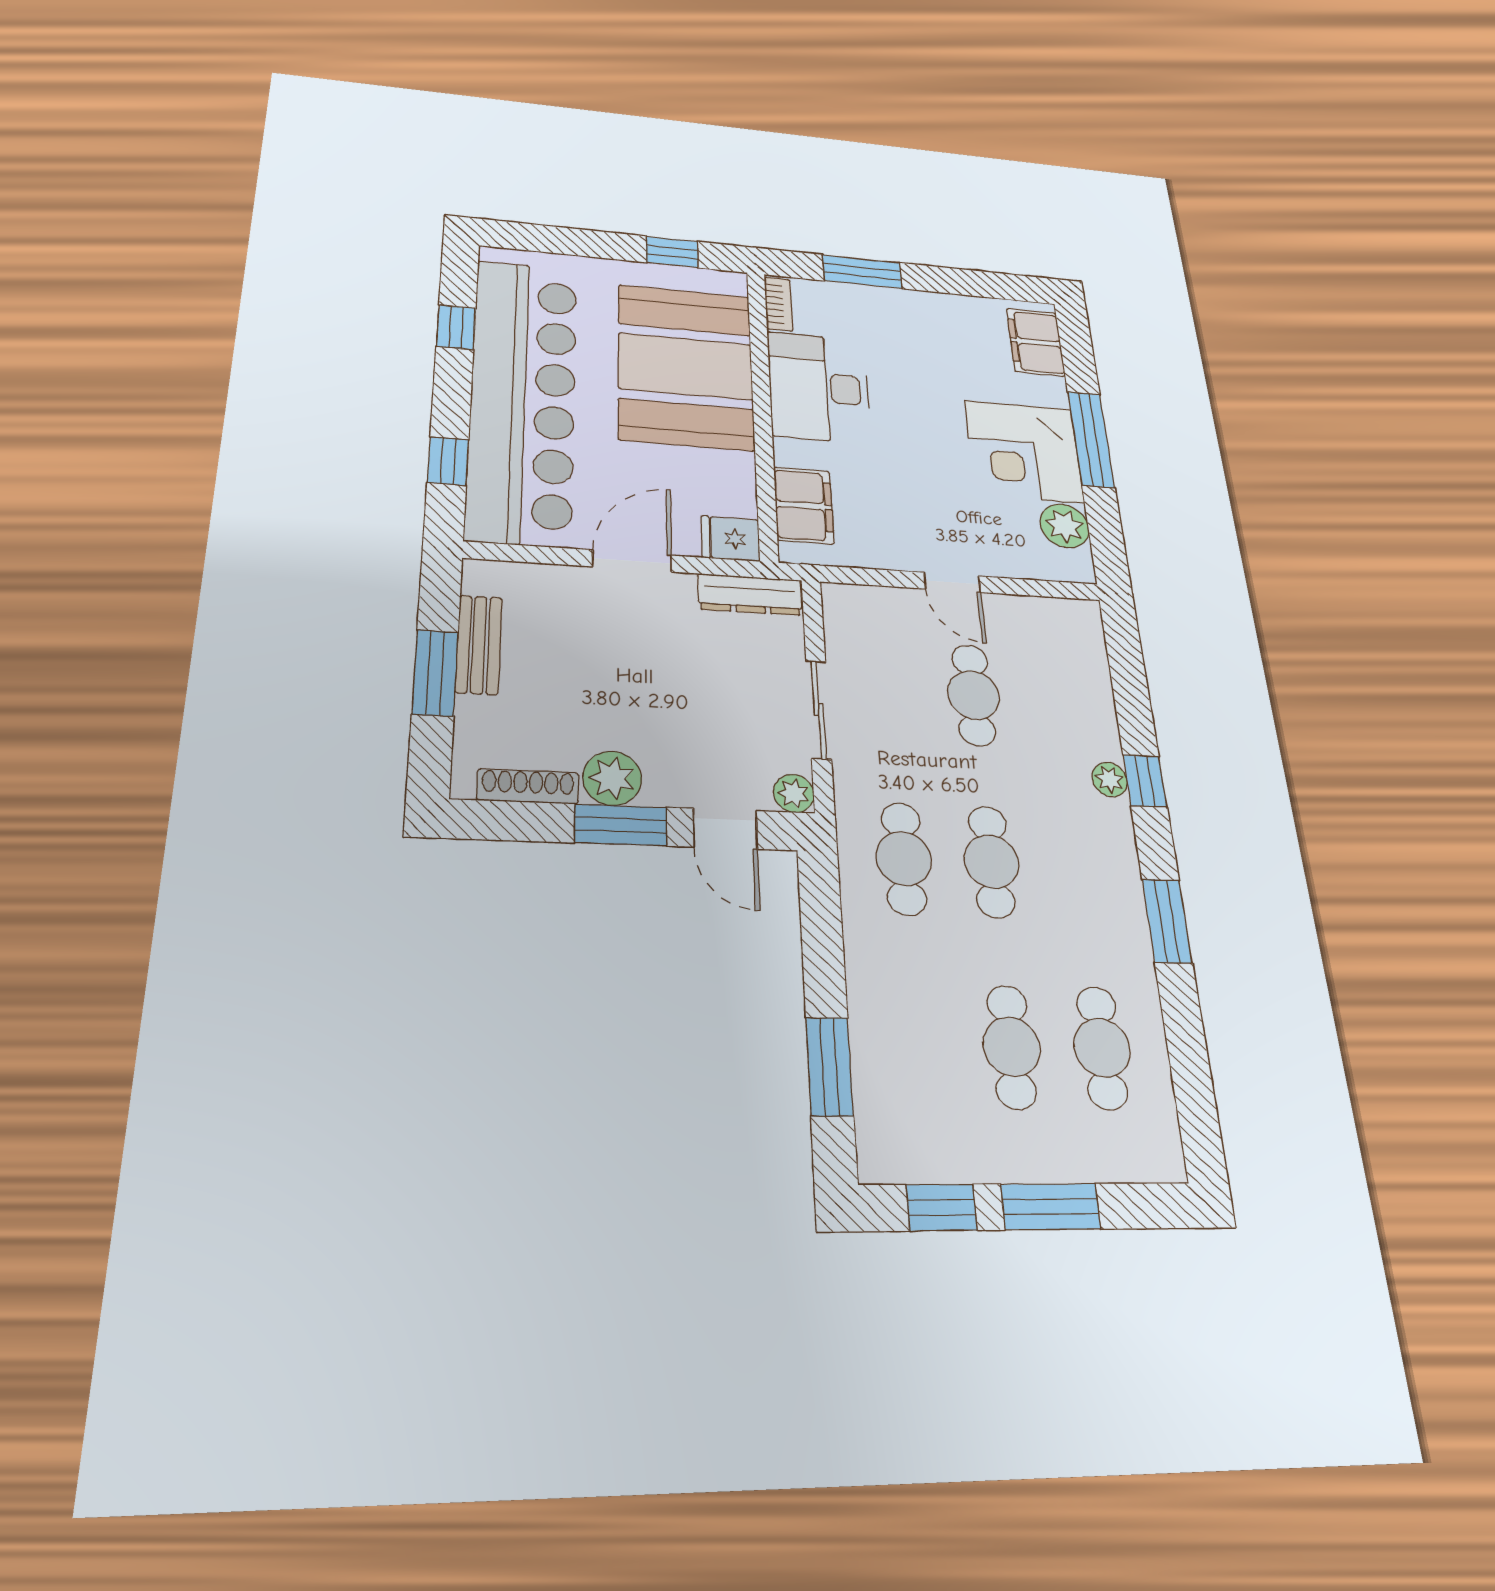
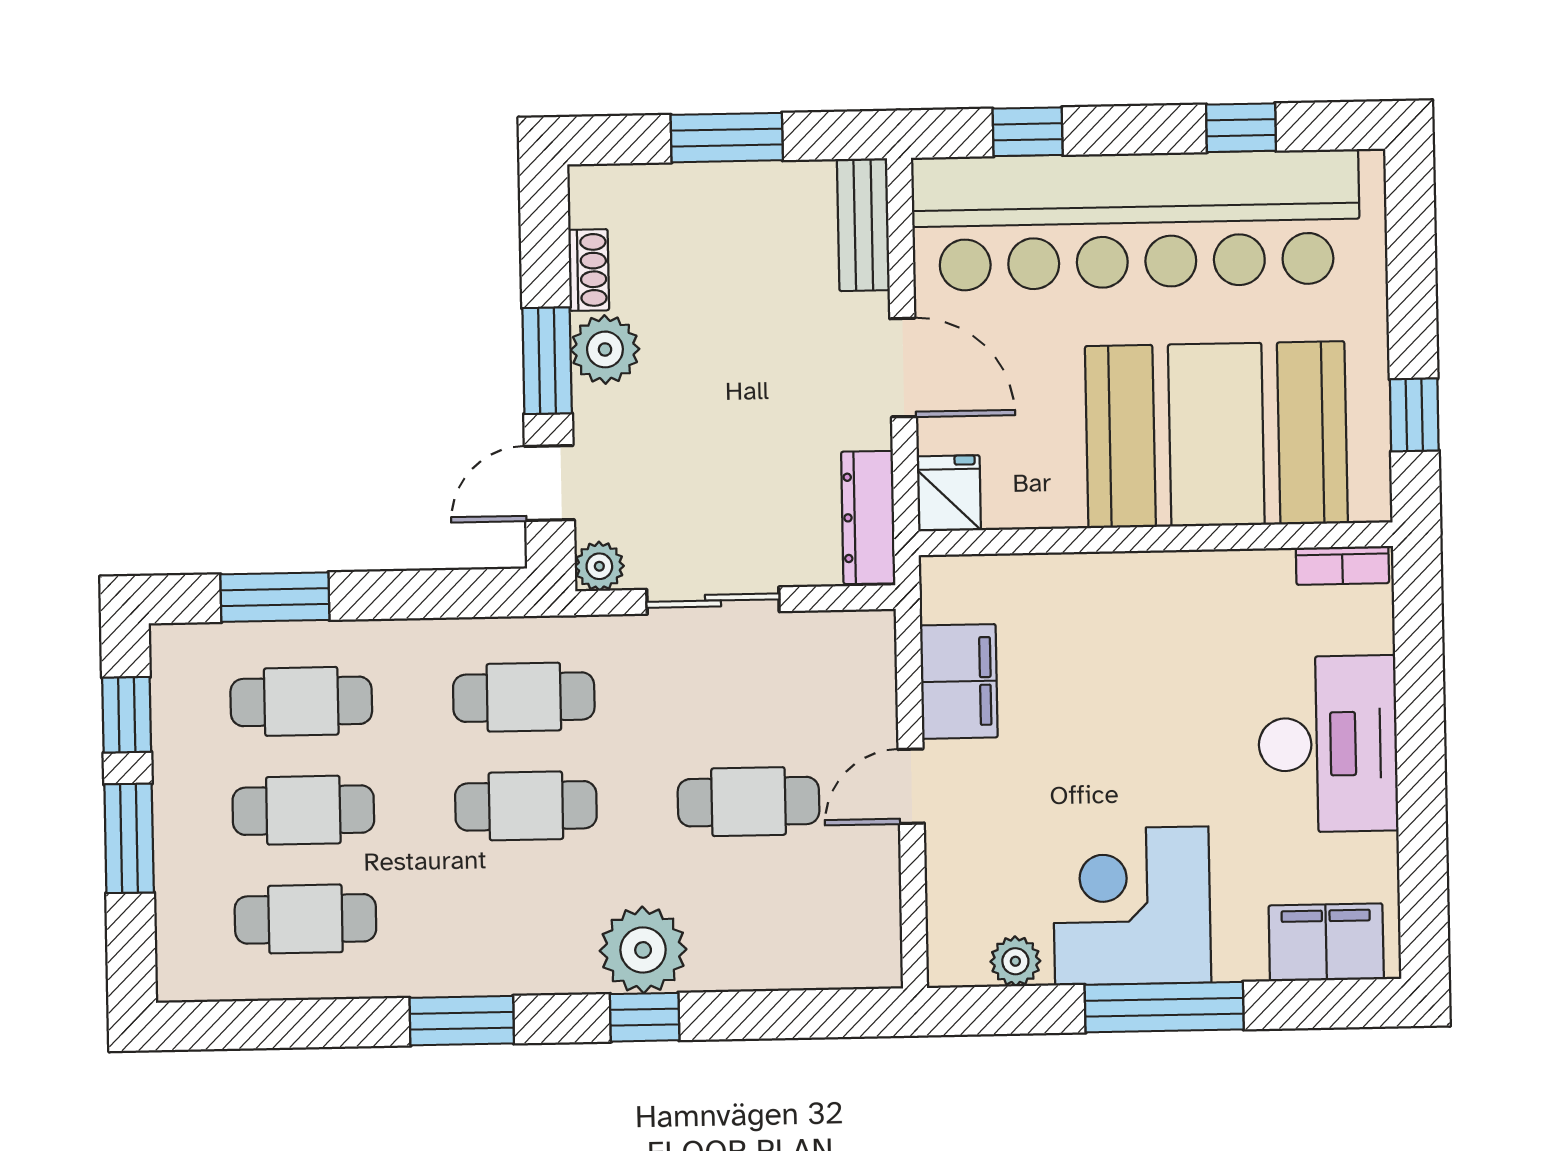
window: (862, 272) -> (1420, 690), removed
desk: (819, 387) -> (1328, 744), moved, turned 90
filing cabinet: (804, 505) -> (959, 681), moved, turned -90
plant: (1065, 526) -> (1015, 961), width x0.73, depth x0.73
bench: (479, 645) -> (863, 225), moved, turned 90
plant: (1110, 780) -> (643, 950), width x1.88, depth x1.88
shoe rack: (528, 786) -> (589, 270), width x0.70
cafe table: (919, 1046) -> (301, 701), added

